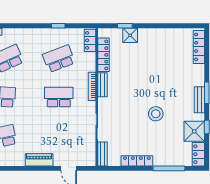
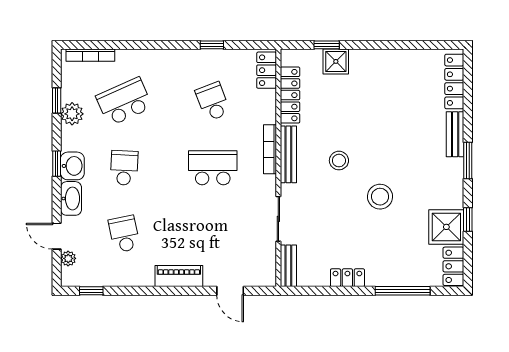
school desk: (59, 59) -> (213, 102), width x0.54
bench: (103, 85) -> (288, 154), width x1.36
stool: (132, 93) -> (339, 161), added
bench: (199, 100) -> (455, 134), moved
locker: (137, 161) -> (347, 278), width x0.66

